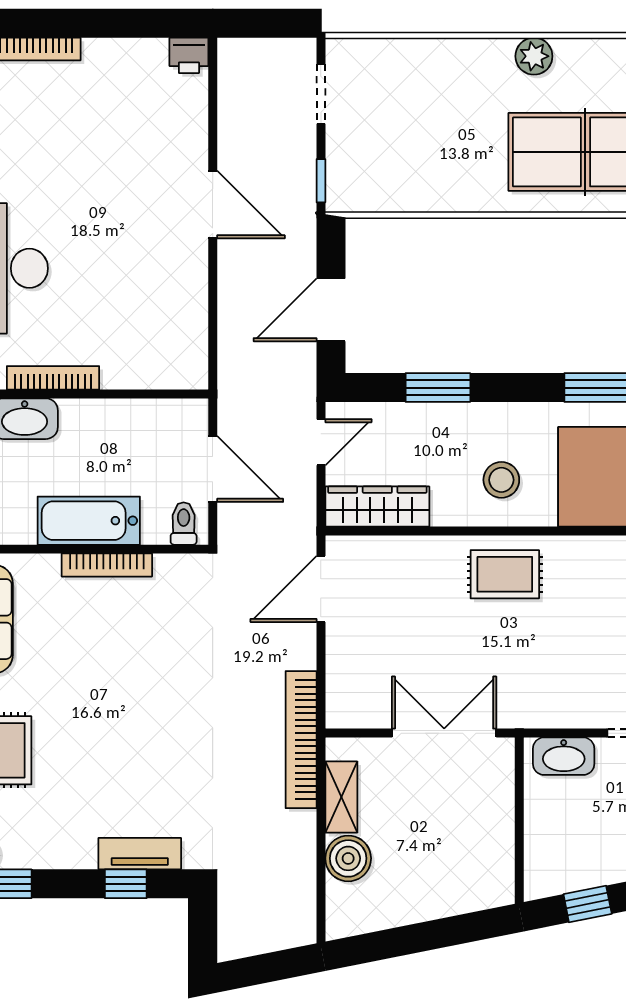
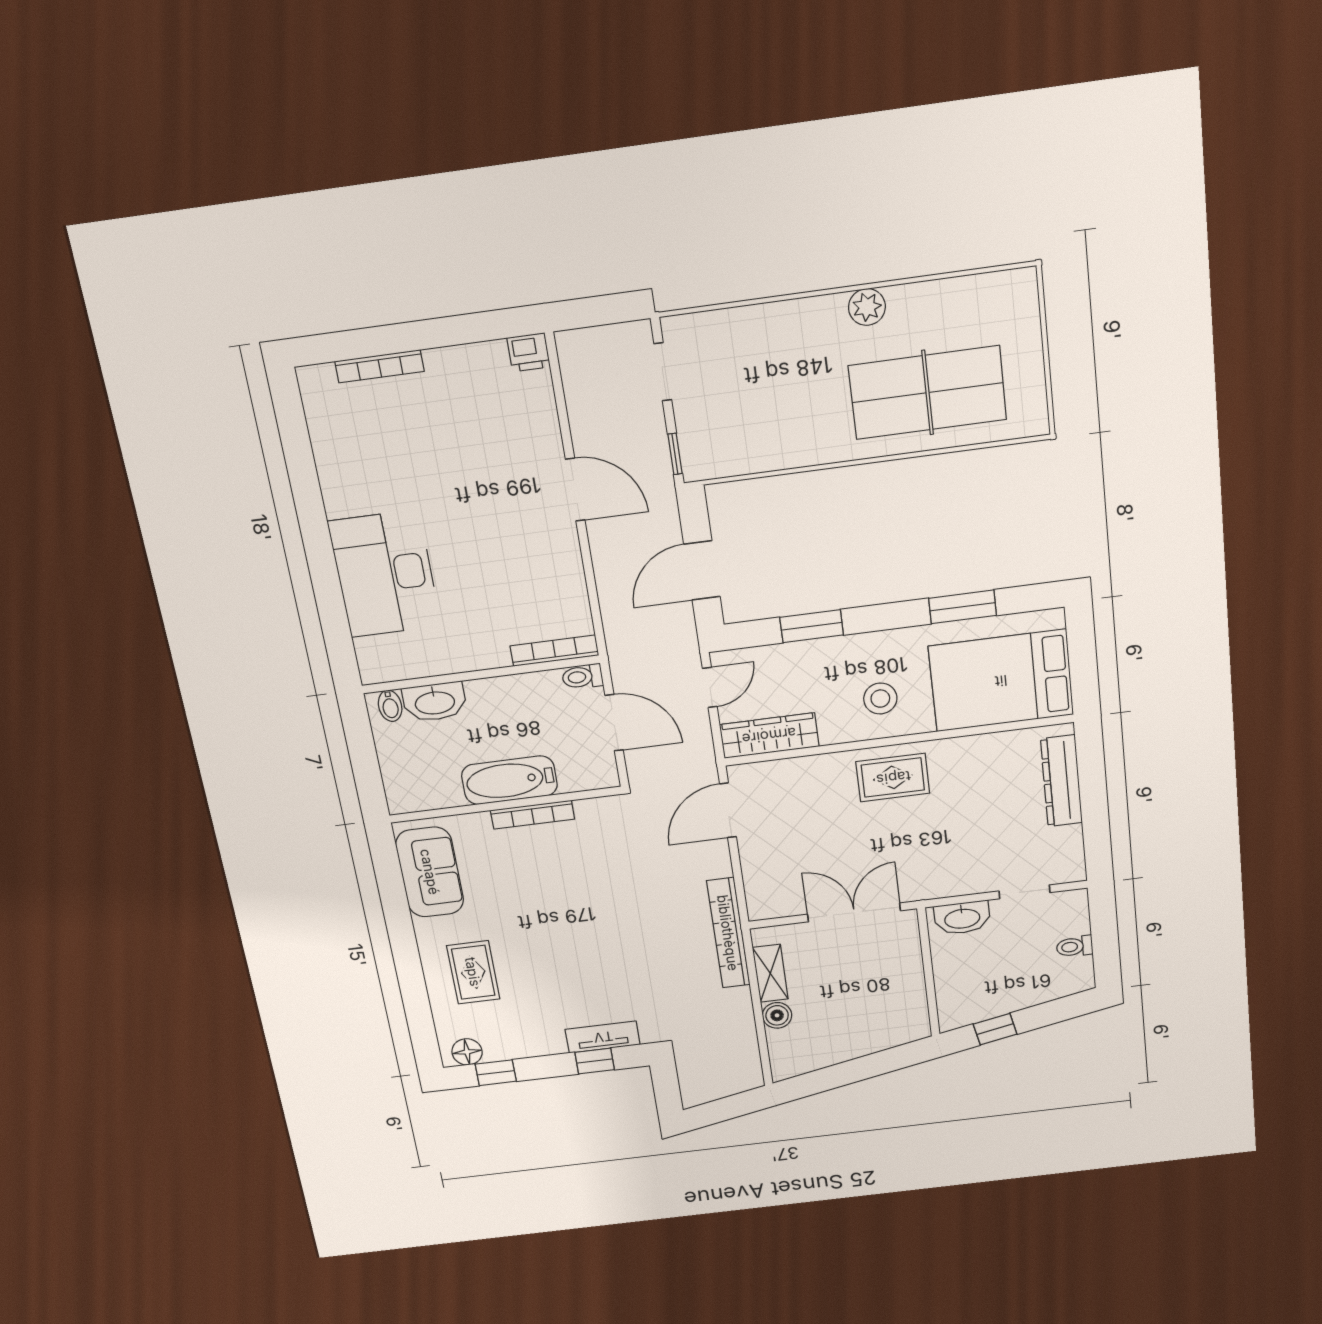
bookcase: (53, 378) -> (554, 651), moved
toilet: (184, 524) -> (582, 677), moved, turned -90
boiler: (348, 858) -> (777, 1015), width x0.73, depth x0.73

